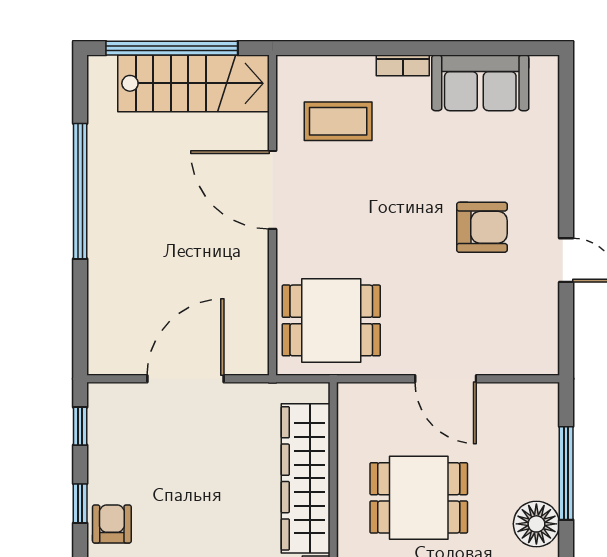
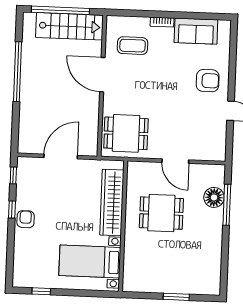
armchair: (482, 227) -> (208, 81), moved
floor lamp: (536, 524) -> (214, 197), moved

